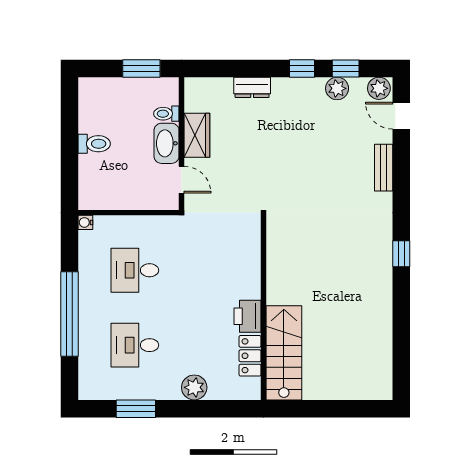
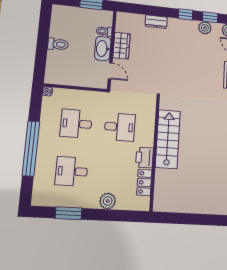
desk: (204, 270) -> (120, 127), added
stairs: (284, 353) -> (168, 139), moved

